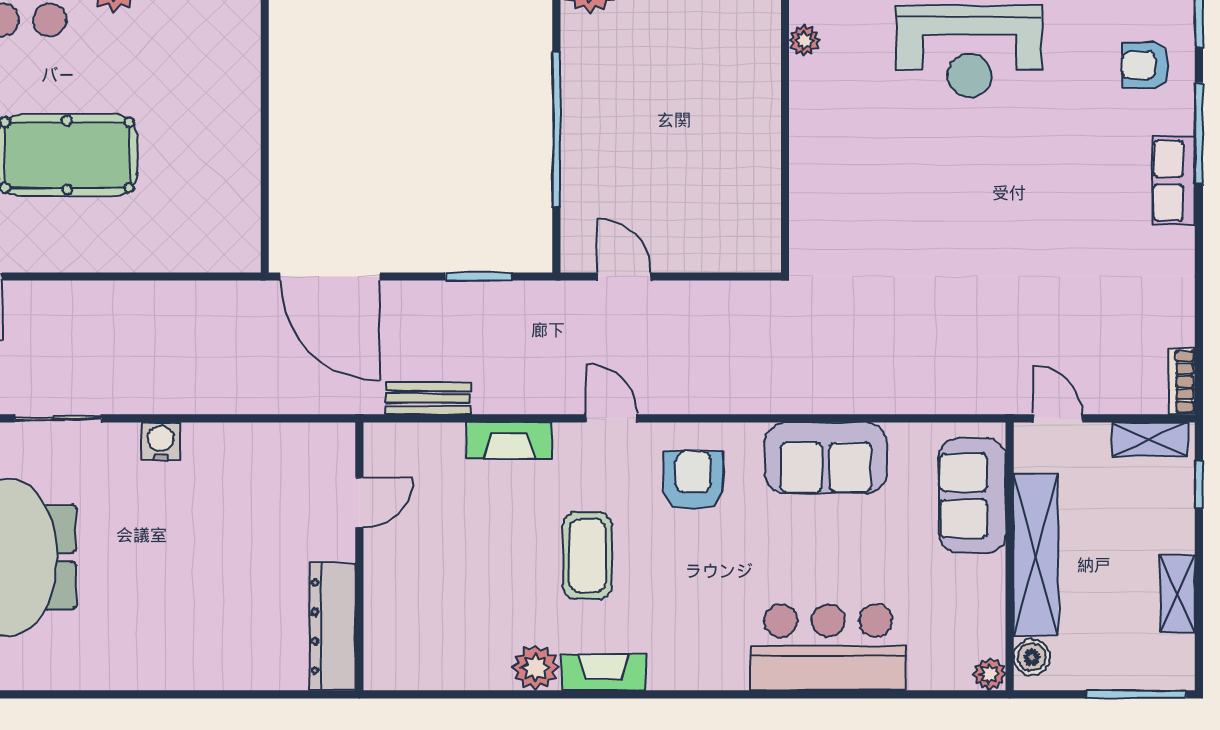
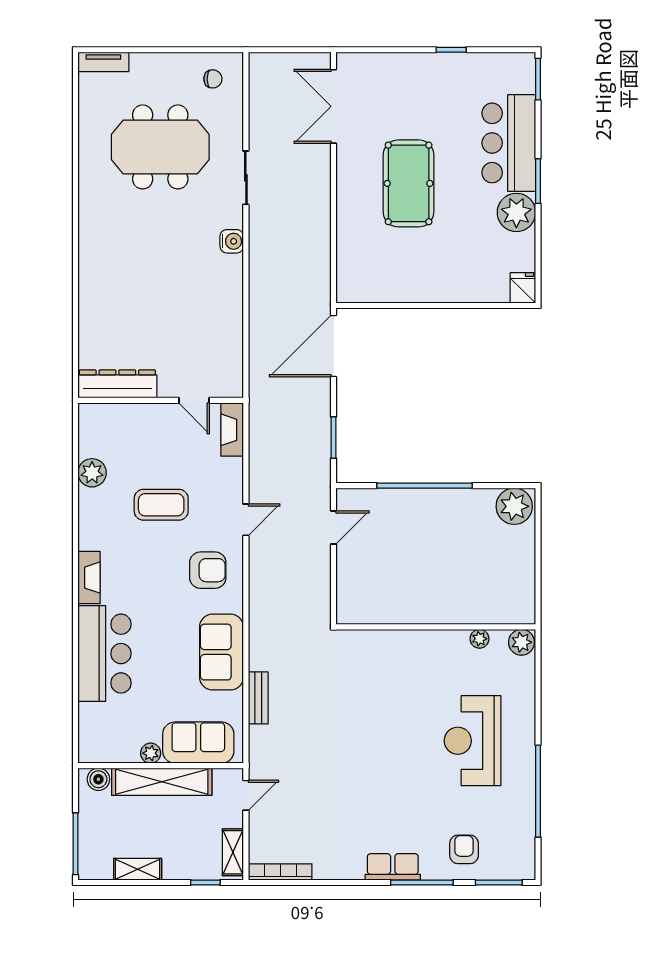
bookcase: (1182, 382) -> (280, 872), width x1.56
bench: (428, 398) -> (258, 698), moved
fireplace: (509, 441) -> (232, 430), moved
door: (359, 502) -> (194, 400), moved
wall: (359, 556) -> (161, 400), moved
dresser: (333, 626) -> (117, 384), moved
fireplace: (604, 672) -> (89, 578), moved
plant: (989, 674) -> (151, 753), moved

